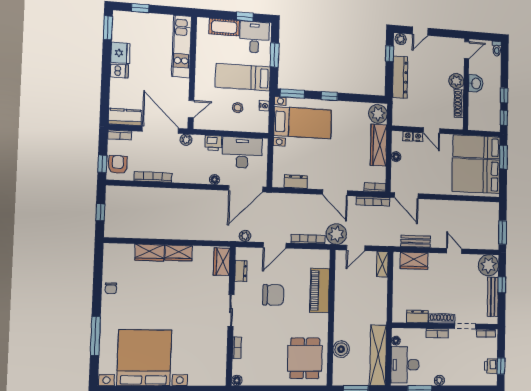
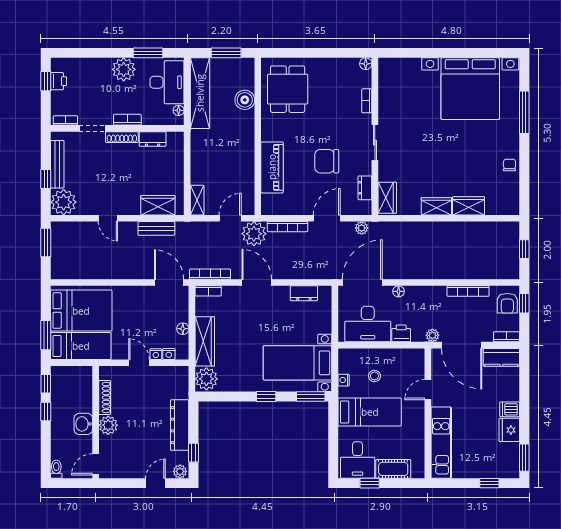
window: (275, 55) -> (333, 441), removed
door: (191, 109) -> (428, 390), moved
plant: (439, 380) -> (124, 69), width x1.88, depth x1.88

